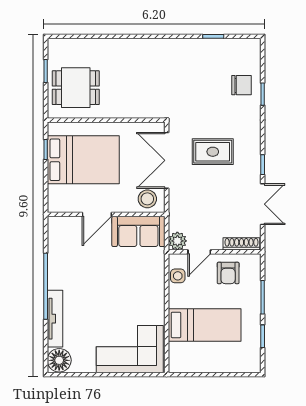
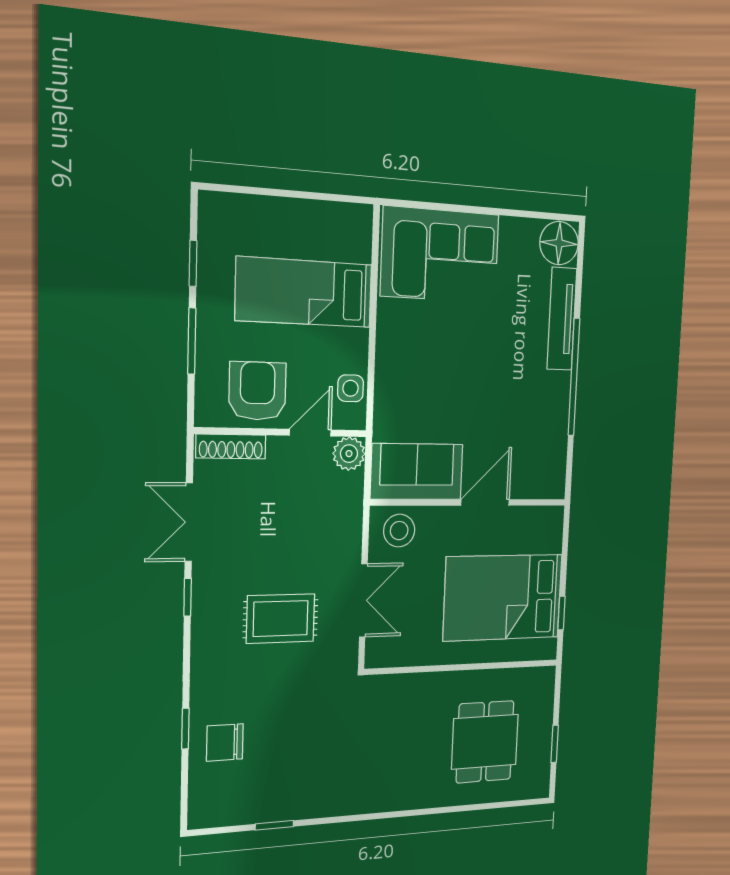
dining table: (76, 88) -> (485, 742), moved, turned 90
double door: (167, 160) -> (363, 600), width x0.73
armchair: (228, 273) -> (258, 391), width x1.38, depth x1.38

